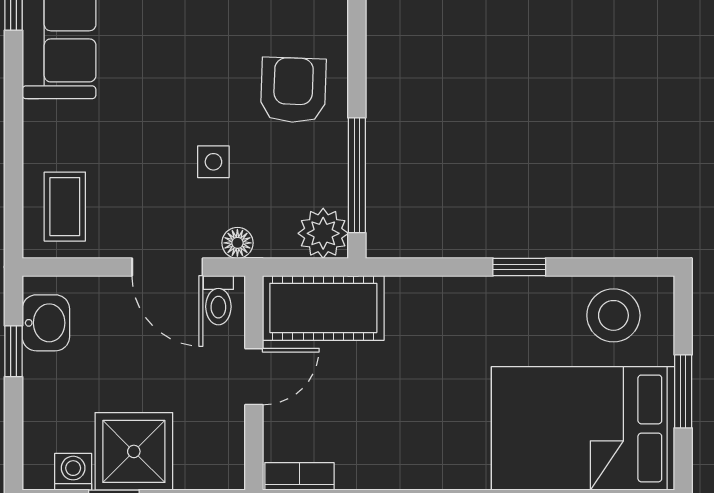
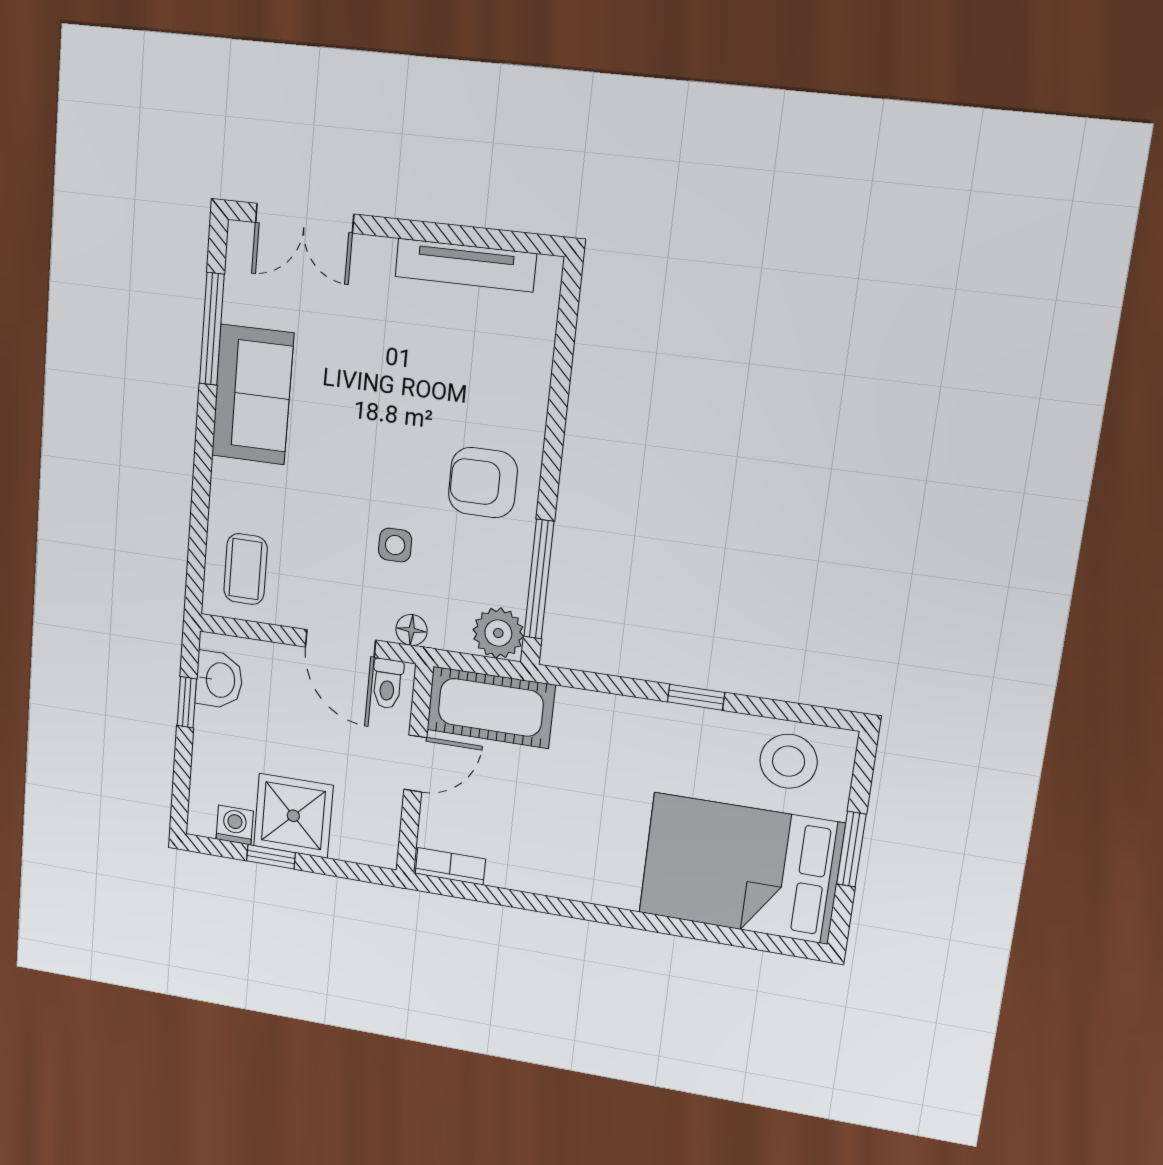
armchair: (293, 90) -> (483, 483), turned -92

